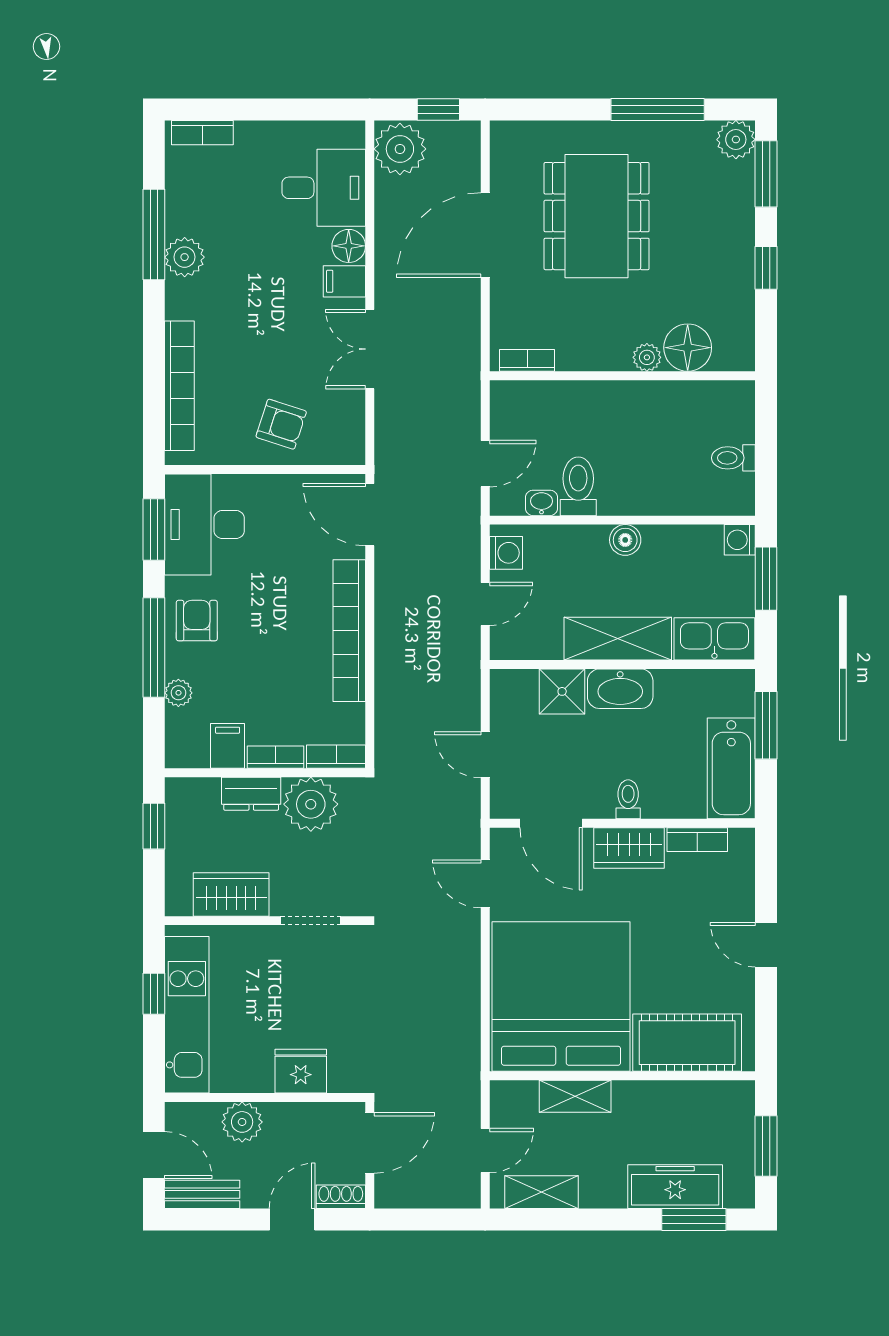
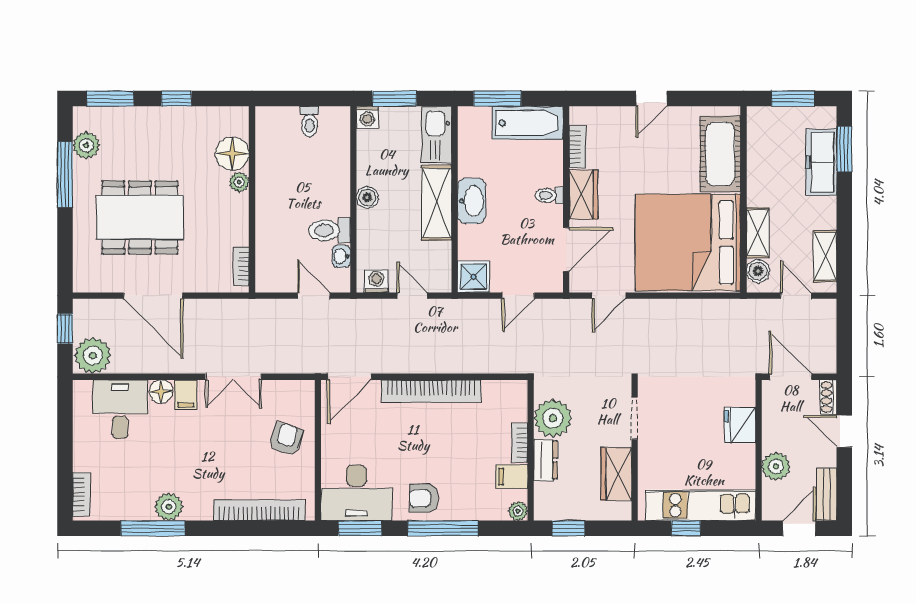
plant: (736, 140) -> (86, 145), moved
shower: (562, 691) -> (474, 277), moved
plant: (178, 693) -> (518, 511), moved
bookcase: (336, 757) -> (519, 400), removed
boiler: (520, 1097) -> (758, 271), added

